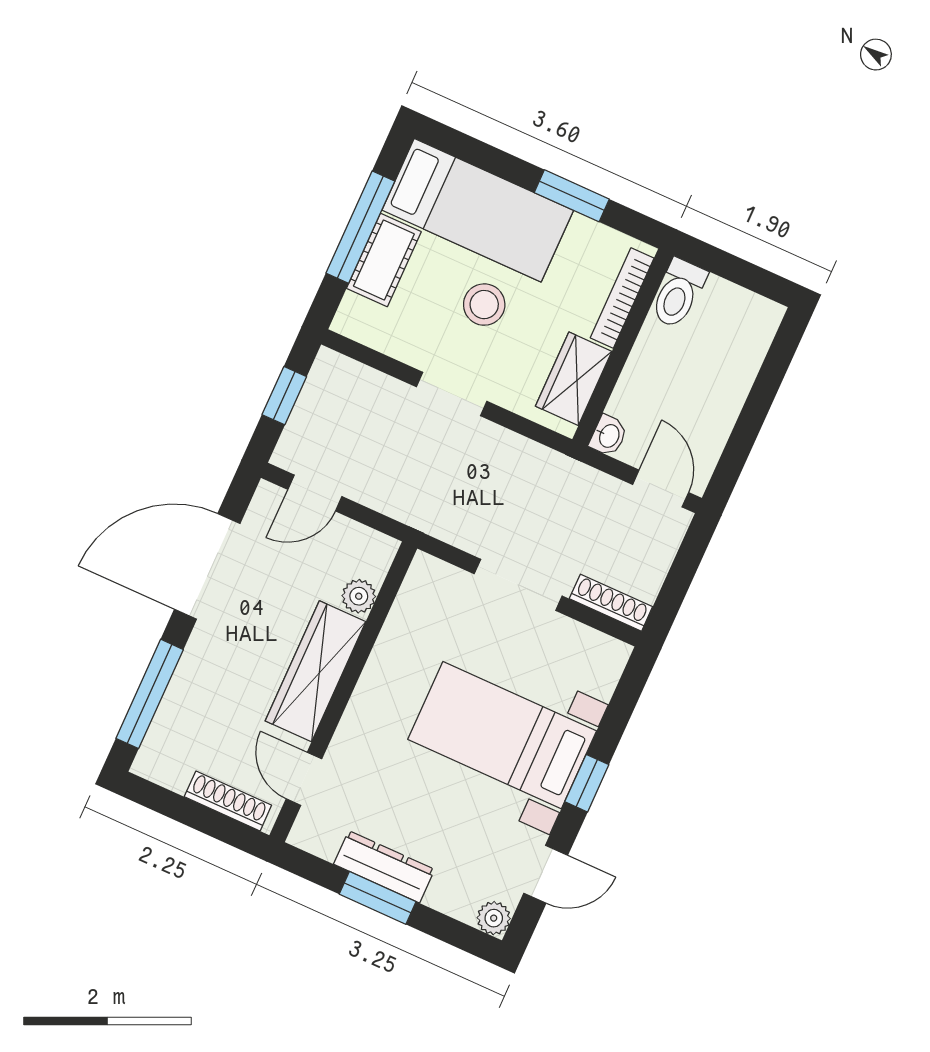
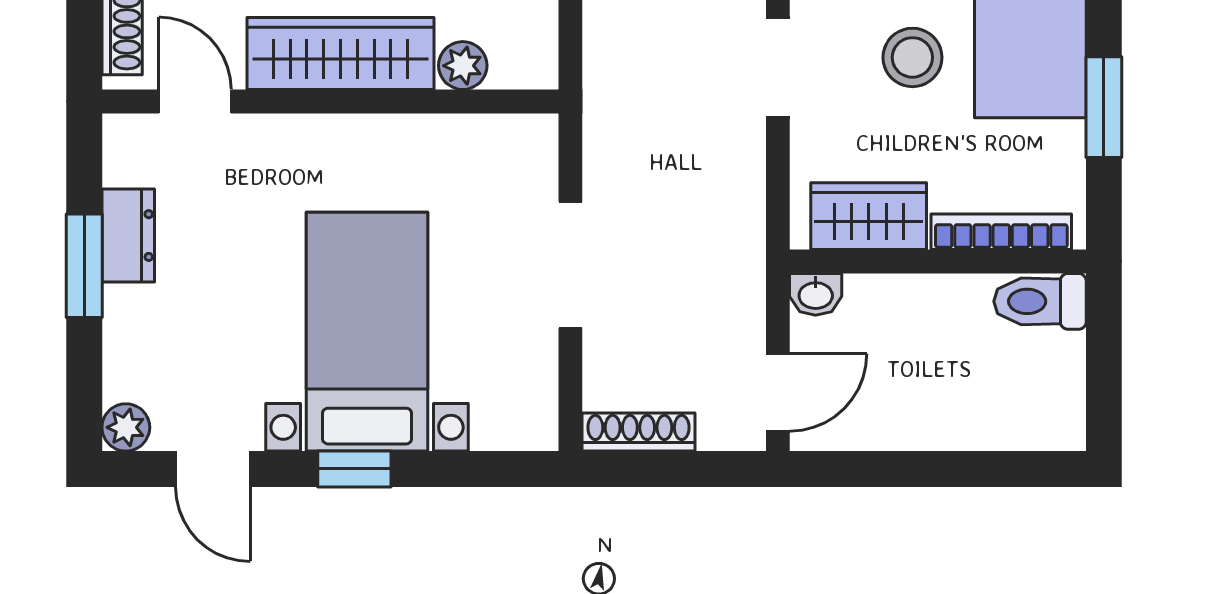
shoe rack: (611, 603) -> (639, 432), moved, turned -90
door: (304, 779) -> (195, 101), hinge flipped
dresser: (384, 867) -> (128, 236), width x0.70

